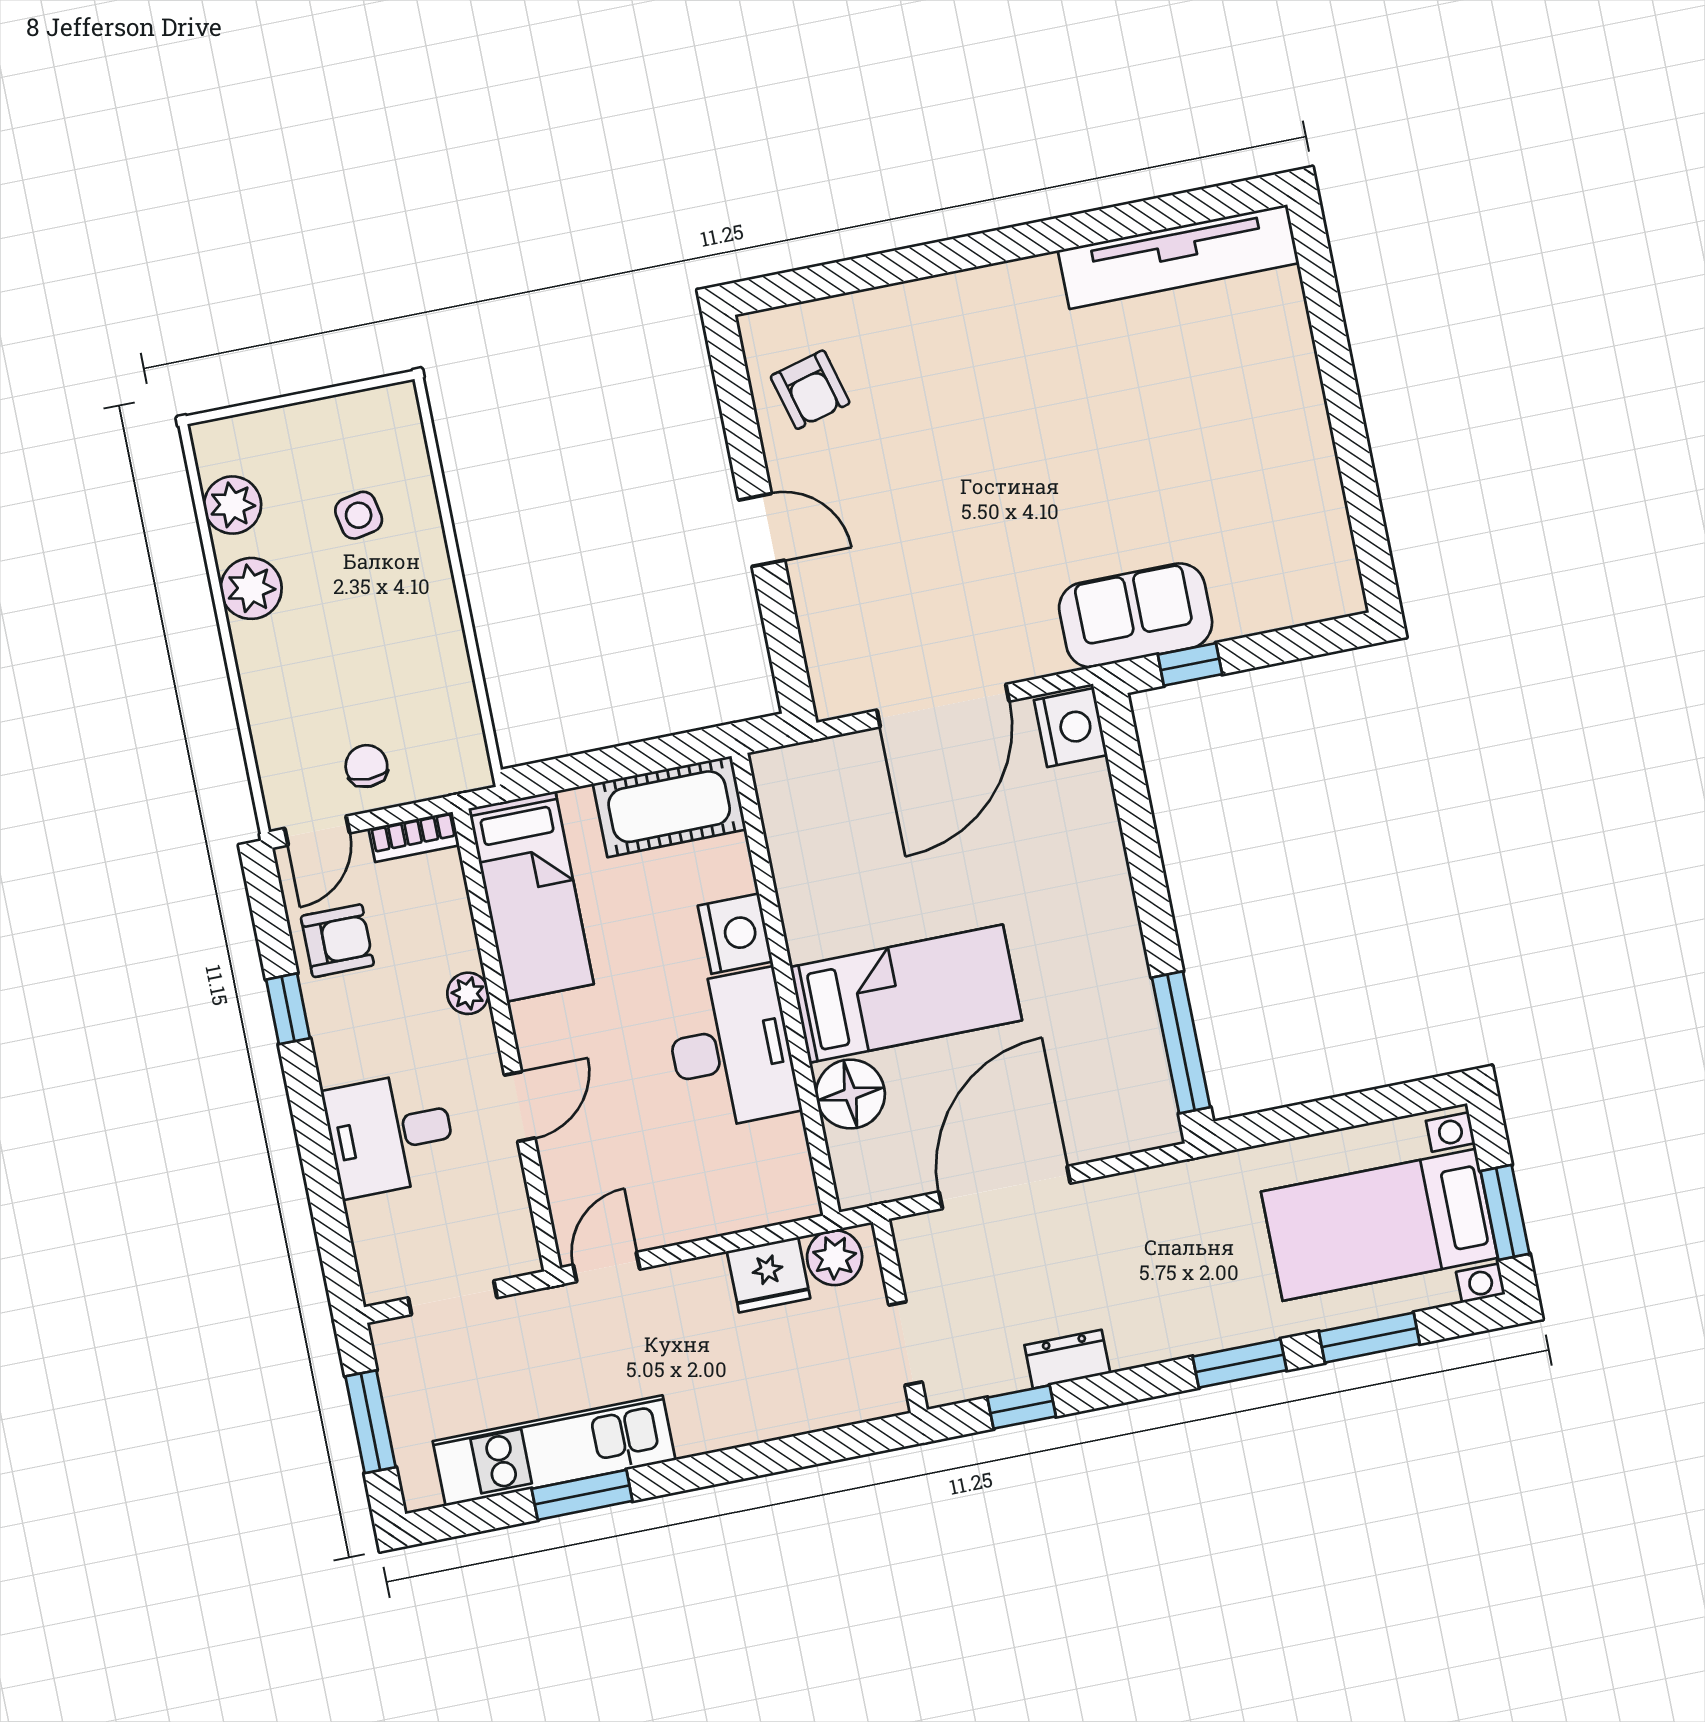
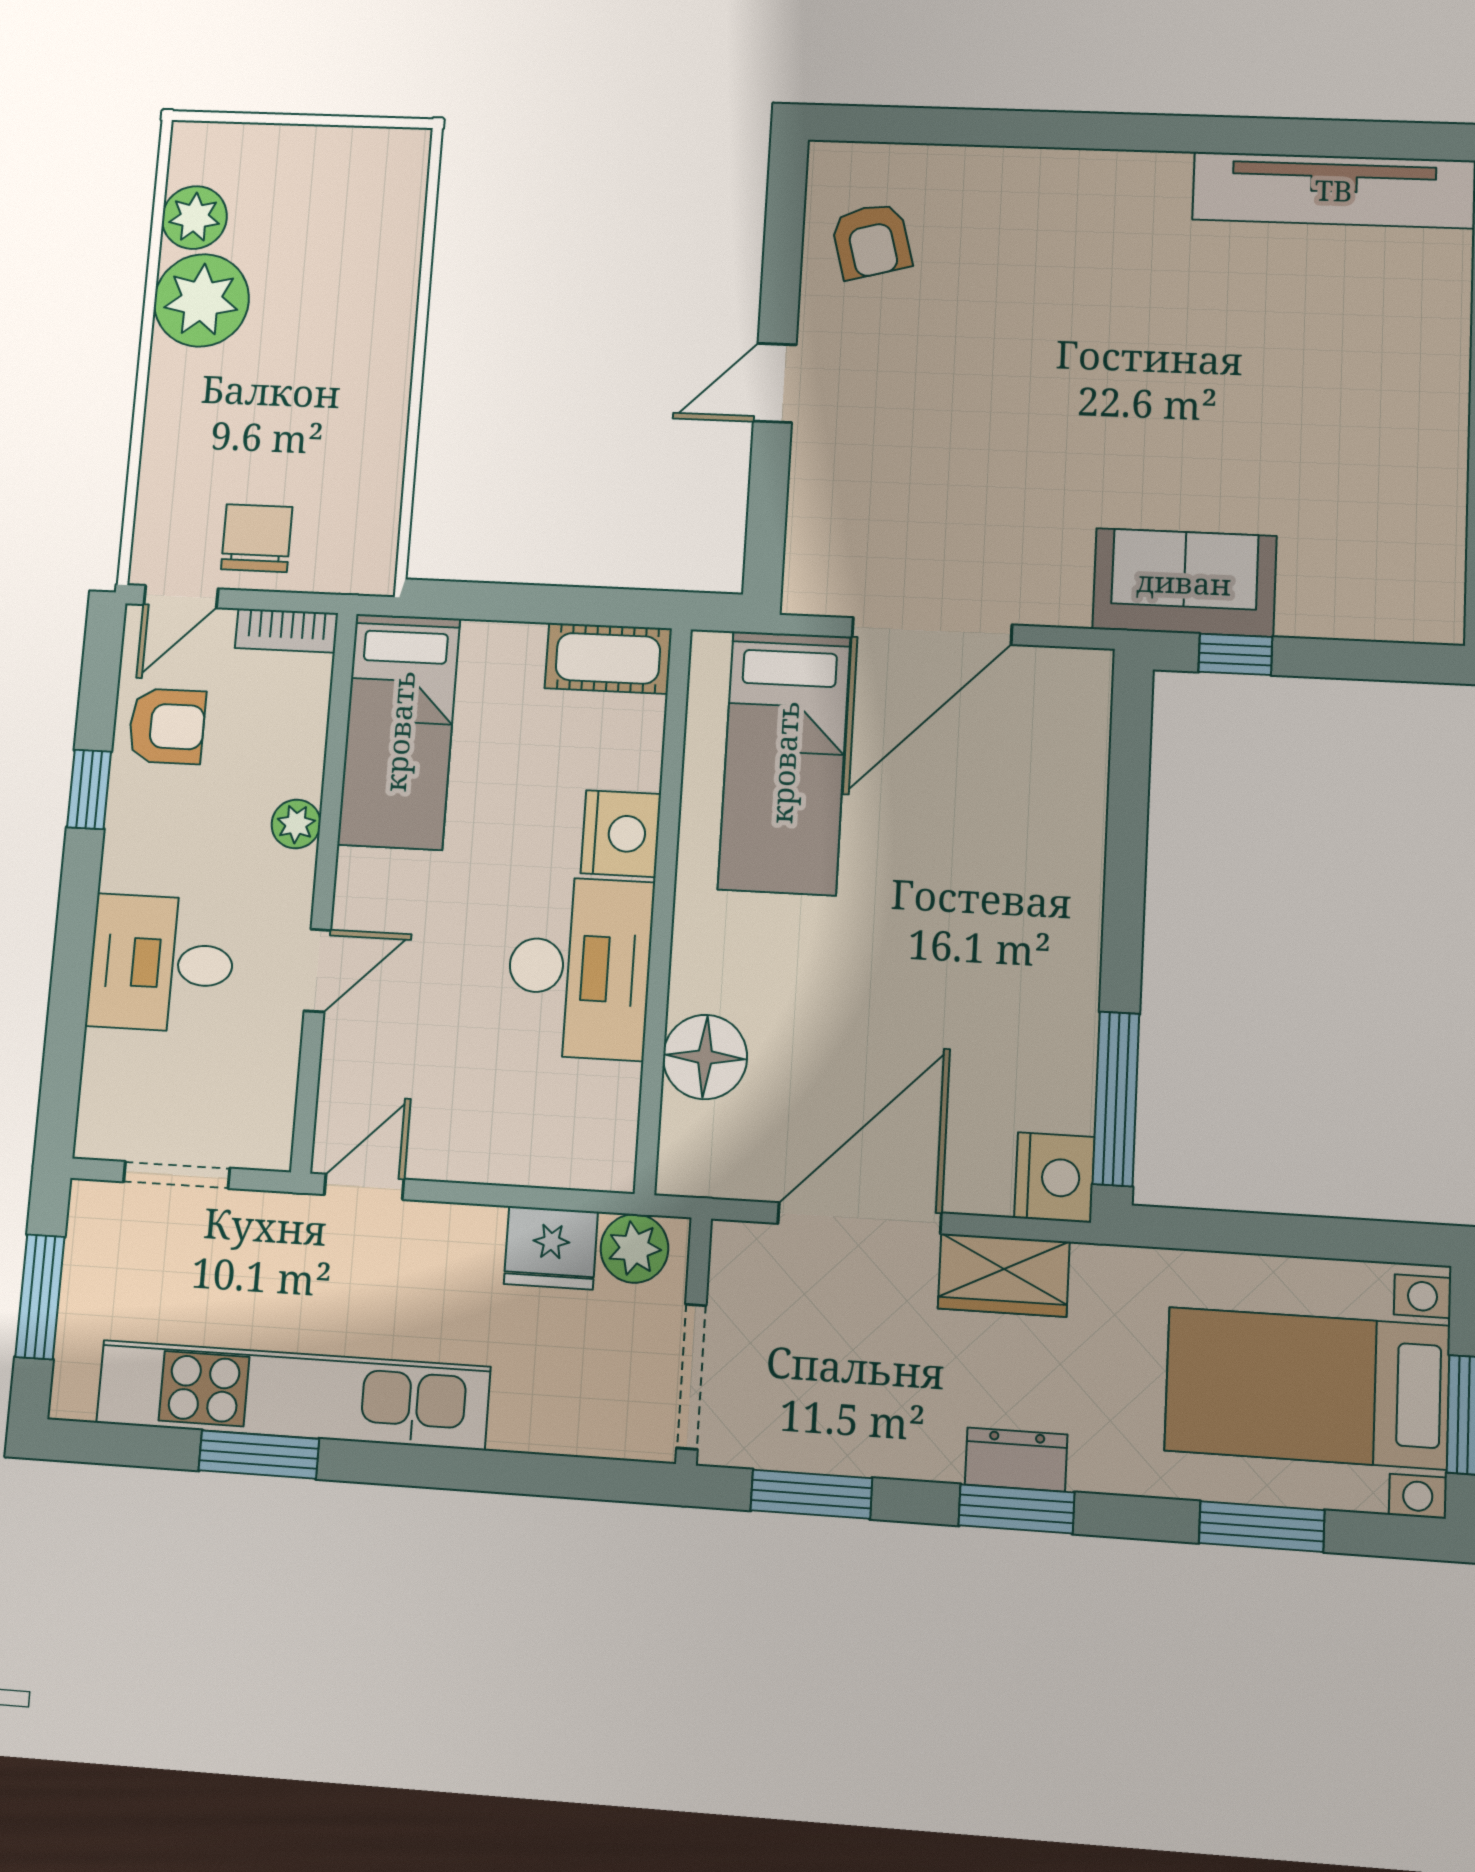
side table: (359, 515) -> (329, 261), removed
door: (762, 530) -> (775, 383), swing flipped
plant: (251, 588) -> (201, 300), width x1.36, depth x1.36
nightstand: (1071, 728) -> (1055, 1177), moved
chair: (366, 766) -> (257, 538), width x1.37, depth x1.37
cot: (669, 807) -> (608, 658), width x0.73, depth x0.75
bed: (906, 994) -> (784, 762), moved, turned 90
wardrobe: (1127, 1201) -> (1004, 1275), added
doorway: (905, 1343) -> (691, 1376), width x1.38
dresser: (1067, 1359) -> (1016, 1460), moved
window: (1240, 1363) -> (1016, 1509), moved
window: (1022, 1407) -> (811, 1494), width x1.50
kitchen unit: (554, 1451) -> (293, 1395), width x1.36

